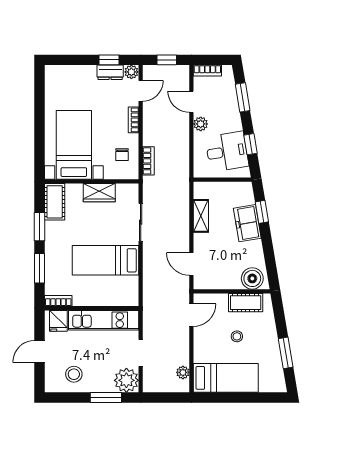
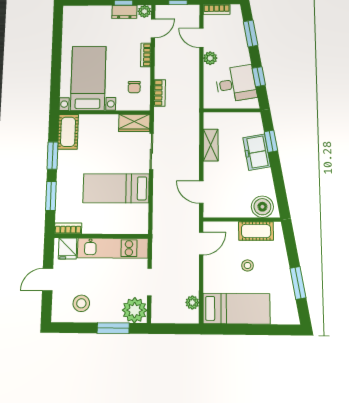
wardrobe: (99, 193) -> (134, 123), moved

